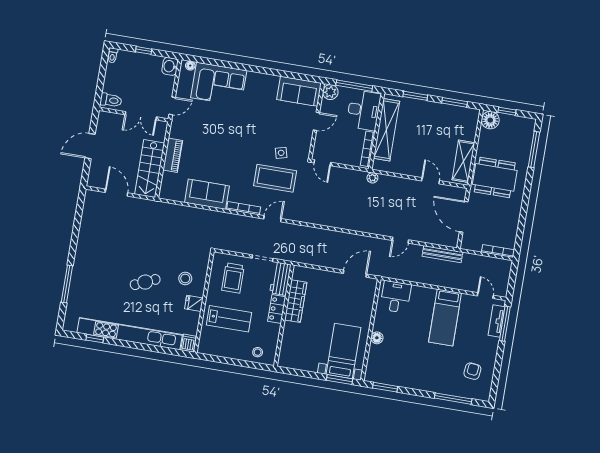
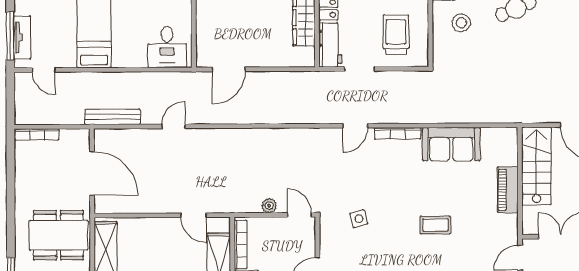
coffee table: (275, 178) -> (435, 225), moved, width x0.54, depth x0.58
plant: (372, 178) -> (269, 206), moved
door: (431, 181) -> (194, 215), moved

